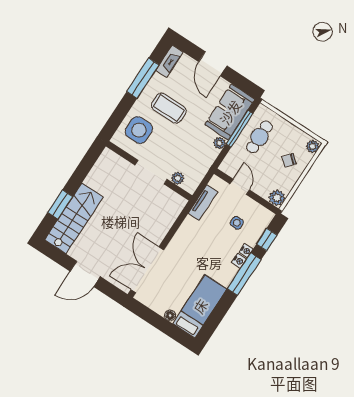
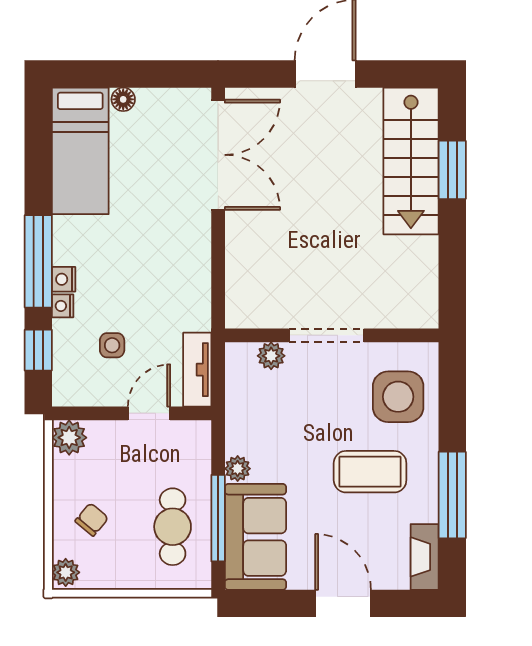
door: (240, 187) -> (149, 413), swing flipped
tv unit: (203, 203) -> (197, 370), moved

